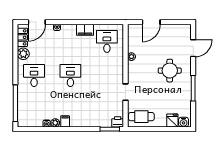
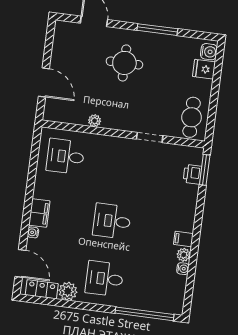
filing cabinet: (85, 30) -> (39, 213), moved
printer: (118, 122) -> (192, 174), moved

